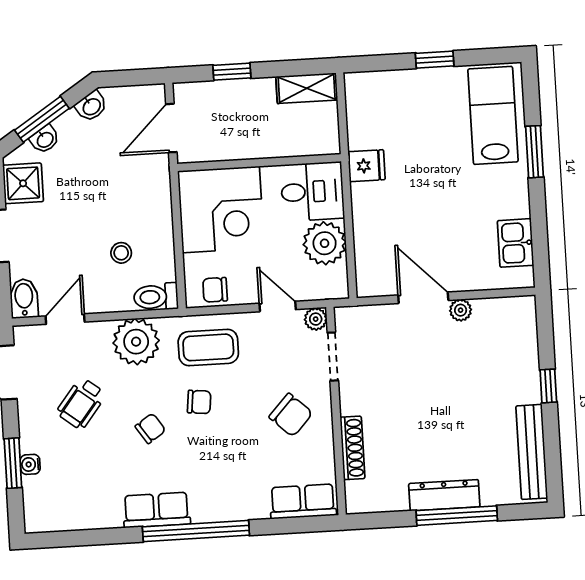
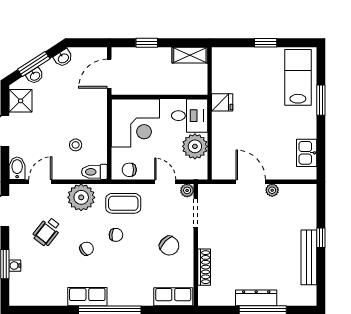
bench: (532, 452) -> (309, 257), moved

